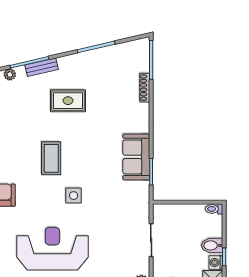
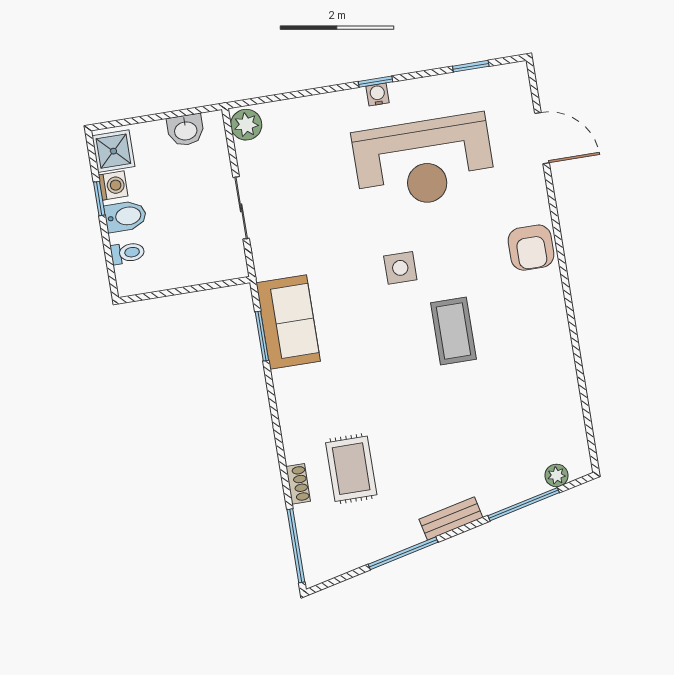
bench: (42, 67) -> (451, 518), moved
shoe rack: (145, 88) -> (298, 484), width x0.70
rug: (68, 101) -> (351, 469), moved, turned 90
sofa: (136, 157) -> (288, 322), moved
toilet: (214, 209) -> (128, 253), moved

